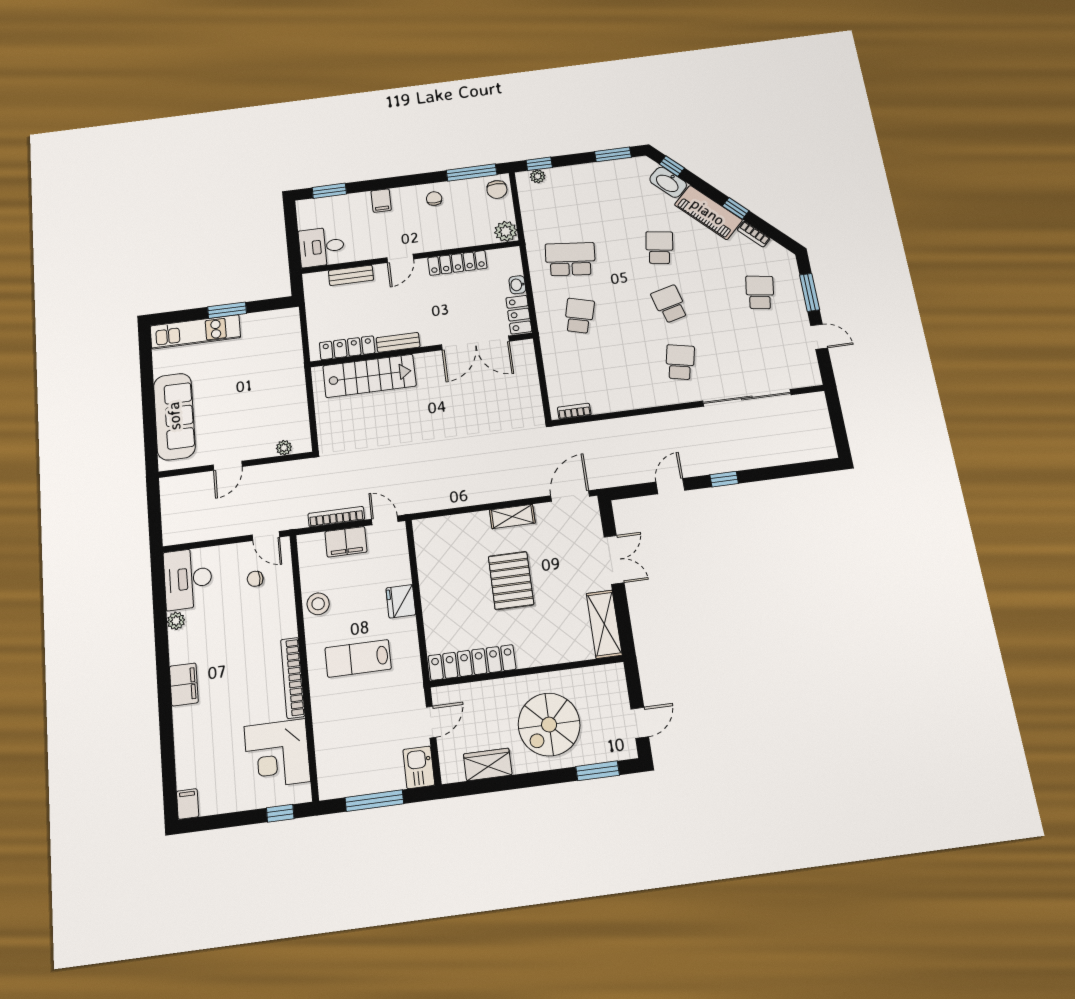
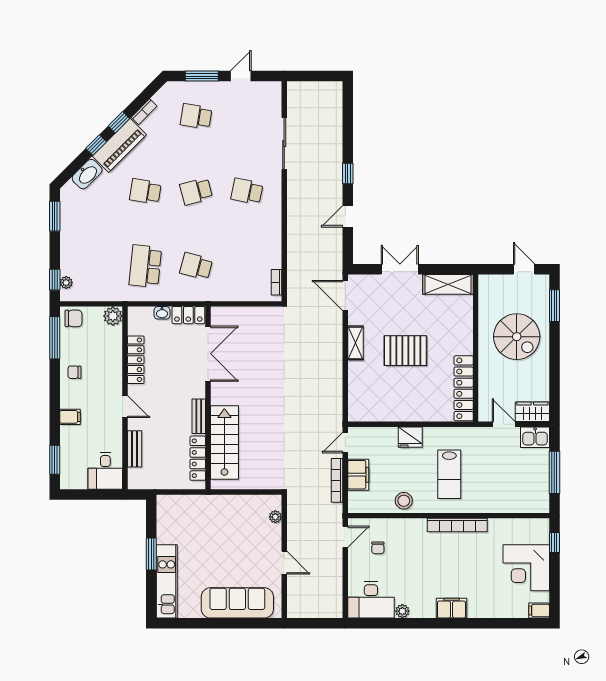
window: (672, 166) -> (96, 145), moved
sliding door: (747, 398) -> (284, 143), width x0.73
door: (670, 486) -> (348, 216), hinge flipped
corner desk: (277, 754) -> (526, 568), moved, turned 90
wardrobe: (488, 764) -> (532, 412), moved, turned 90

